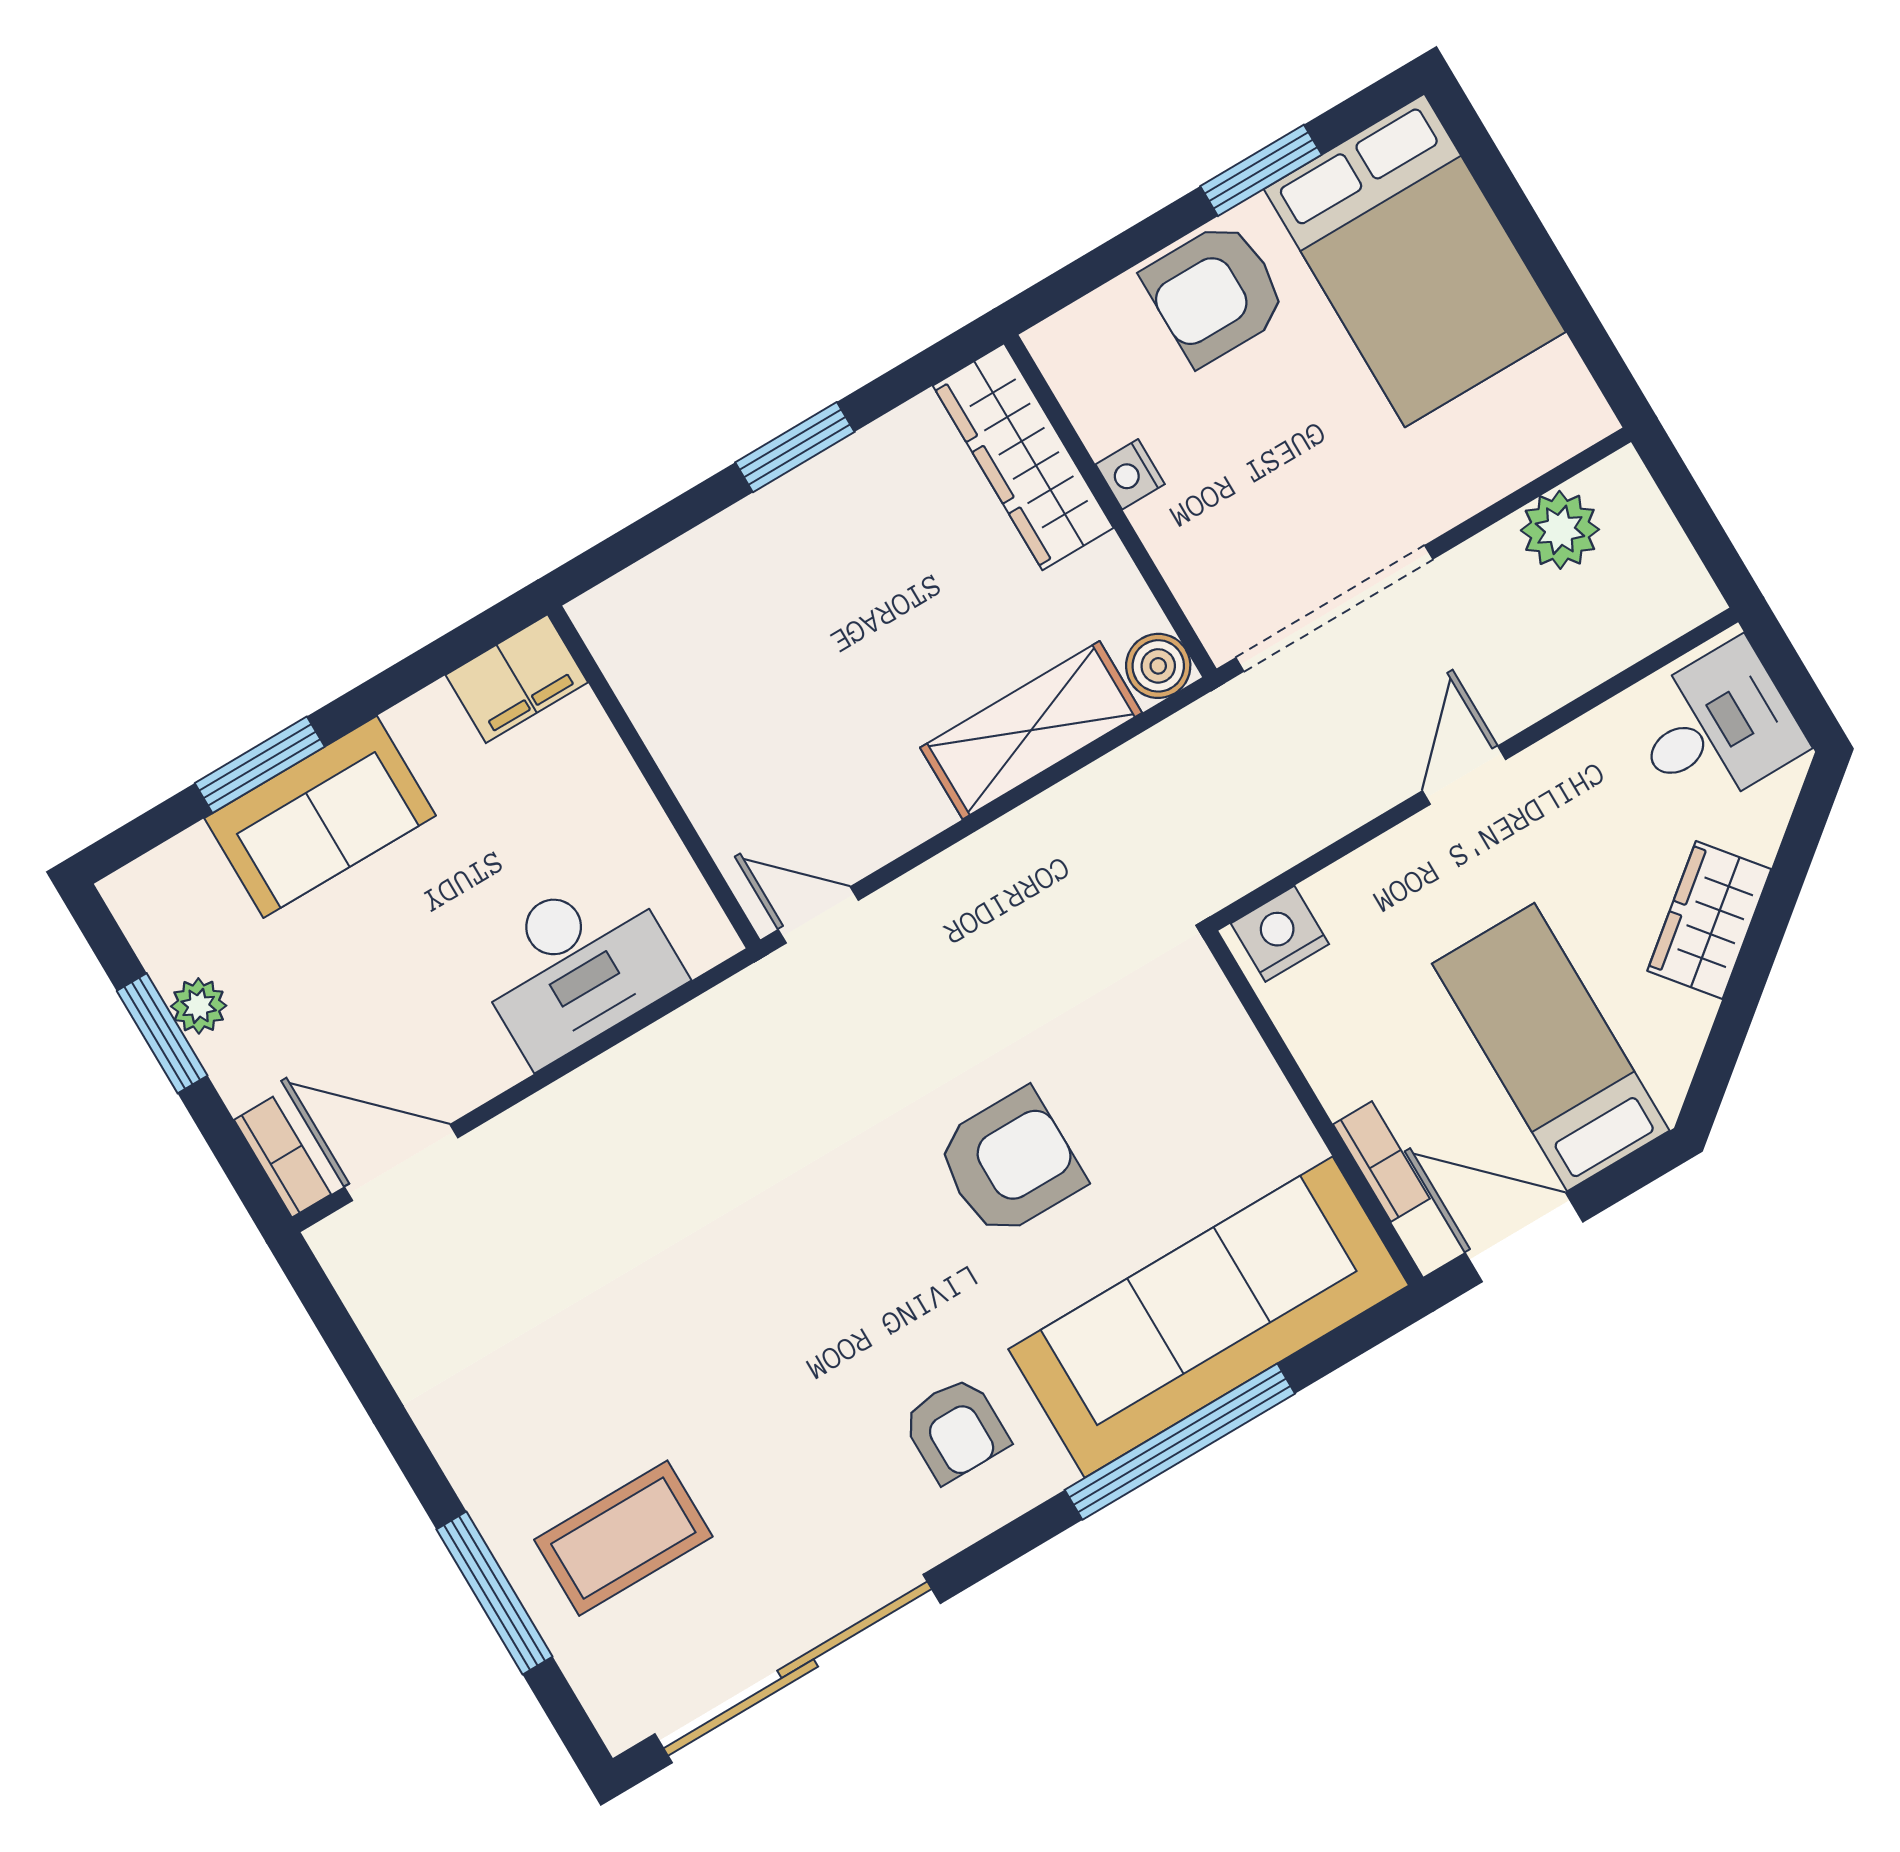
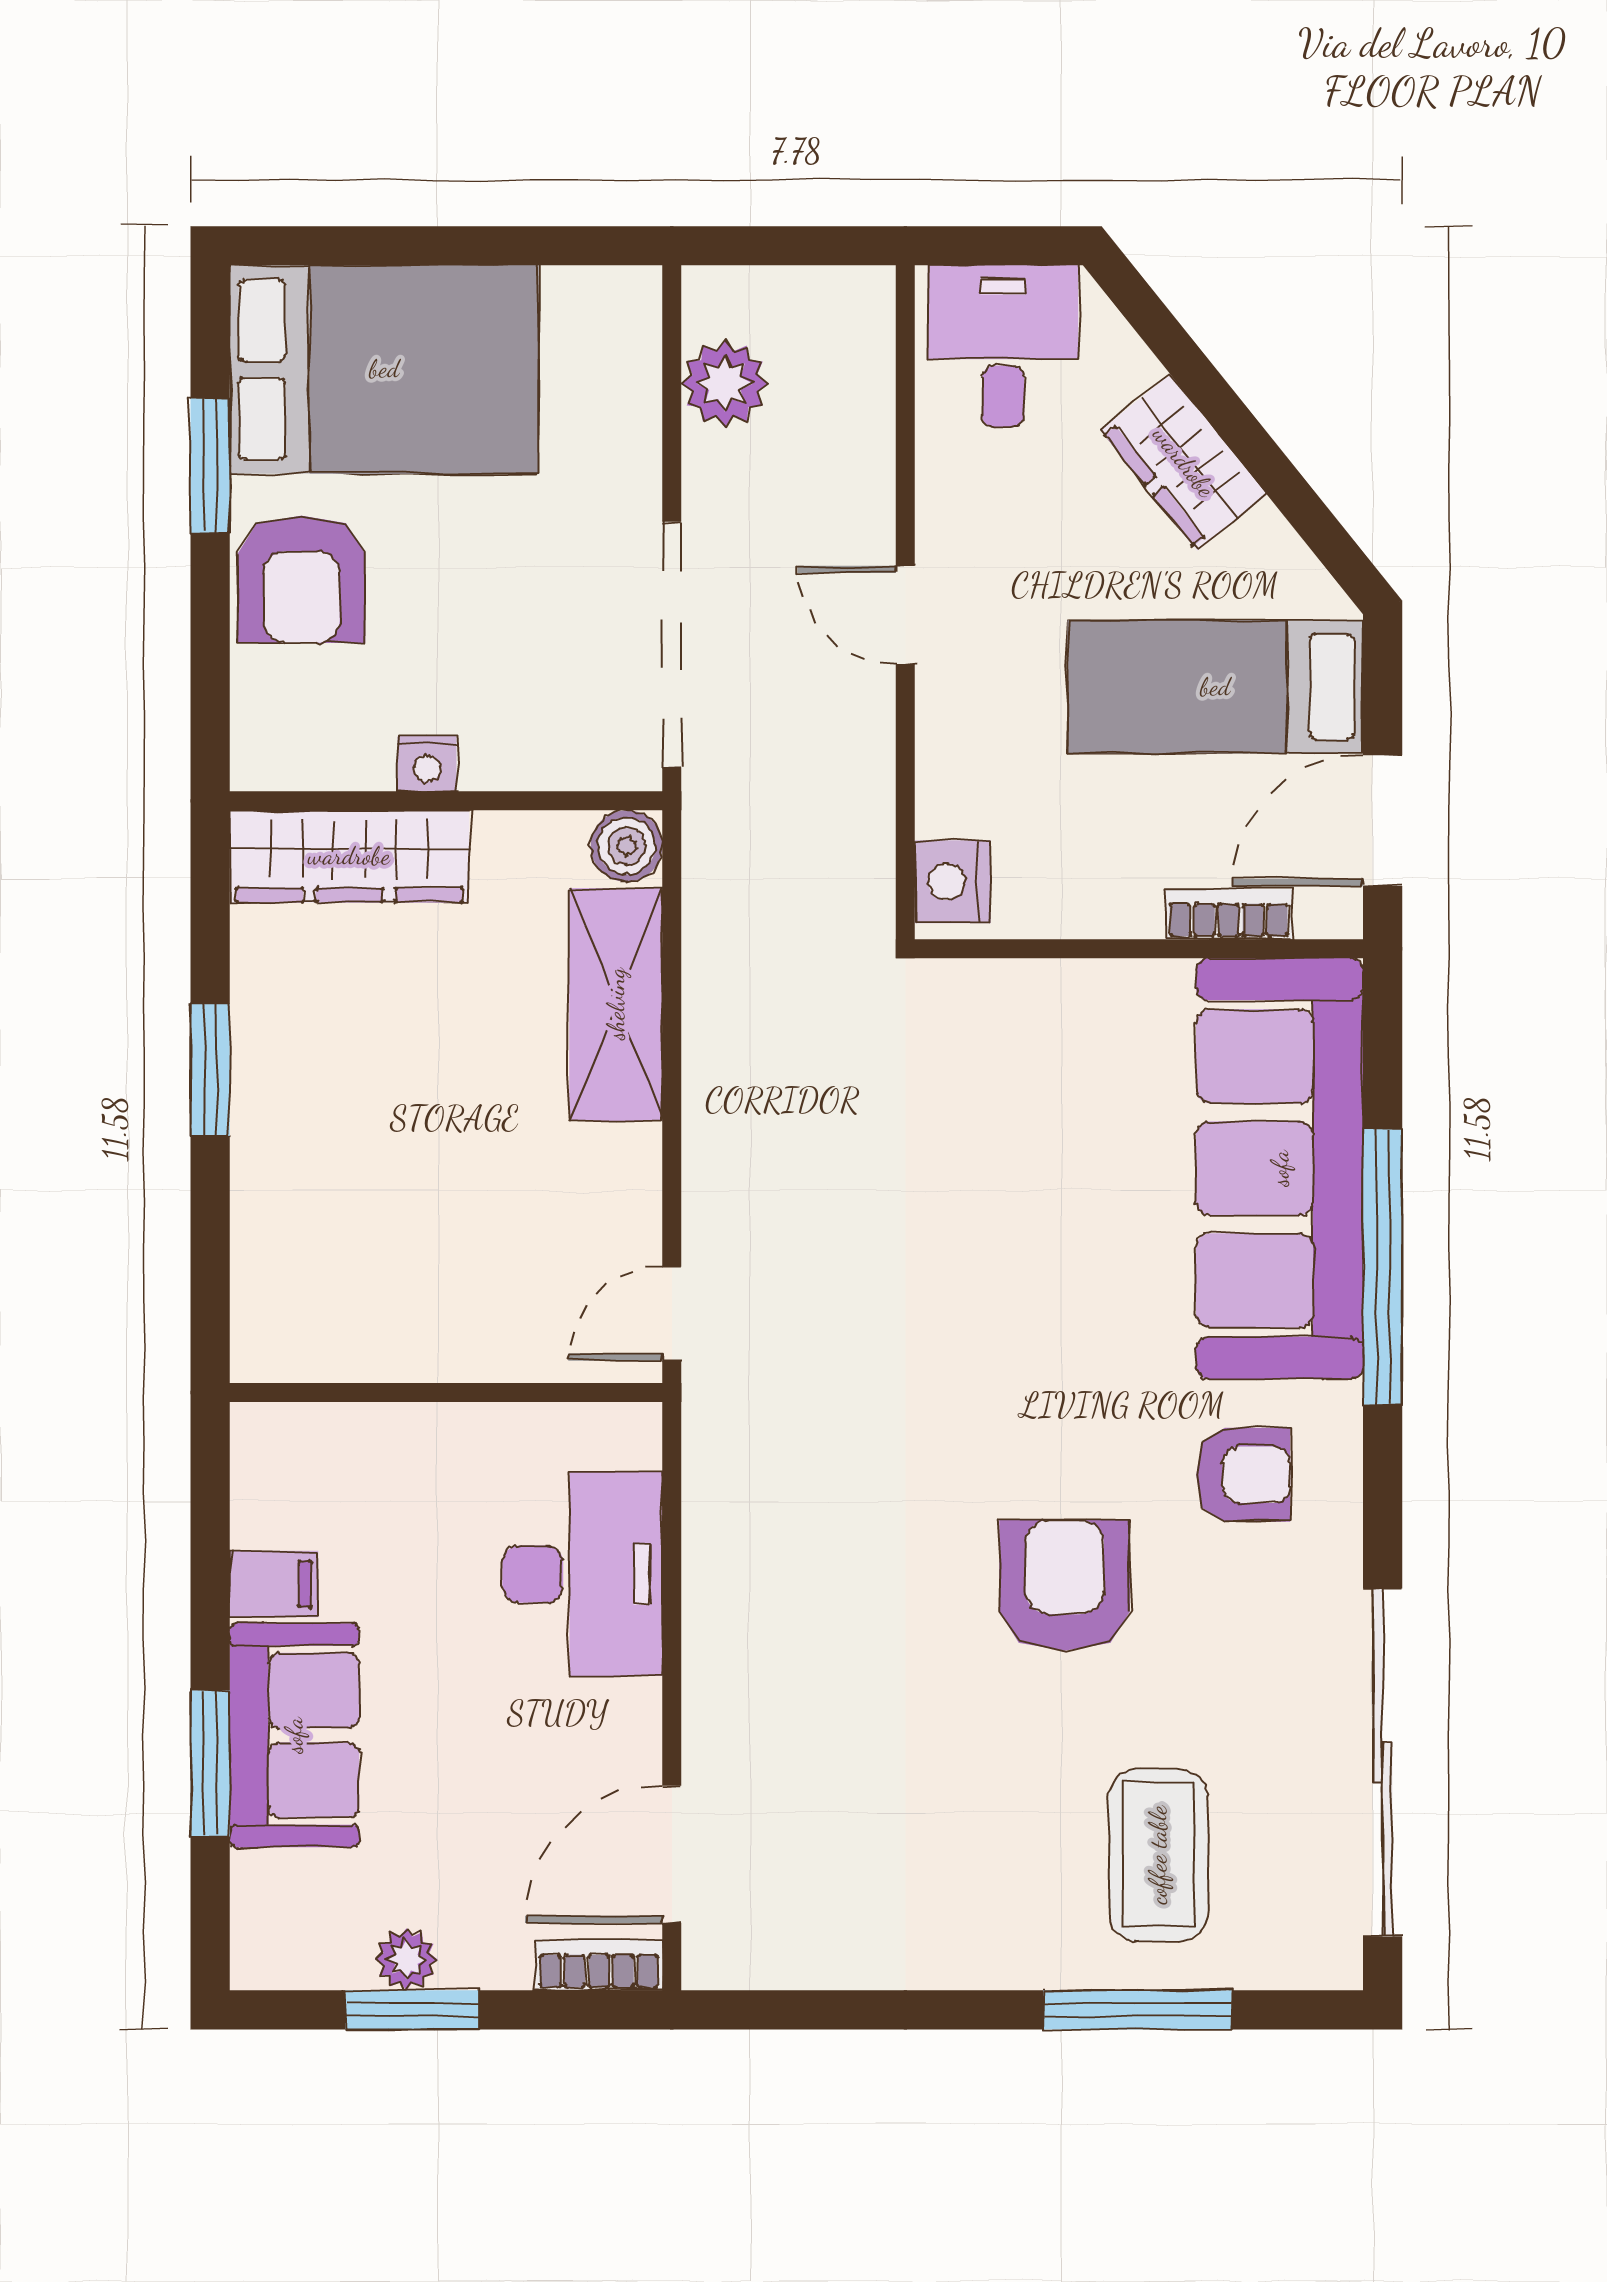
filing cabinet: (517, 679) -> (274, 1584), moved, width x0.50
armchair: (1010, 1163) -> (1065, 1585), moved

